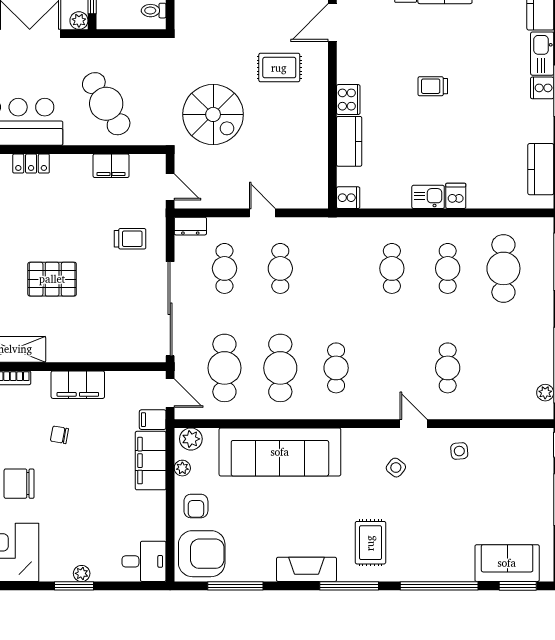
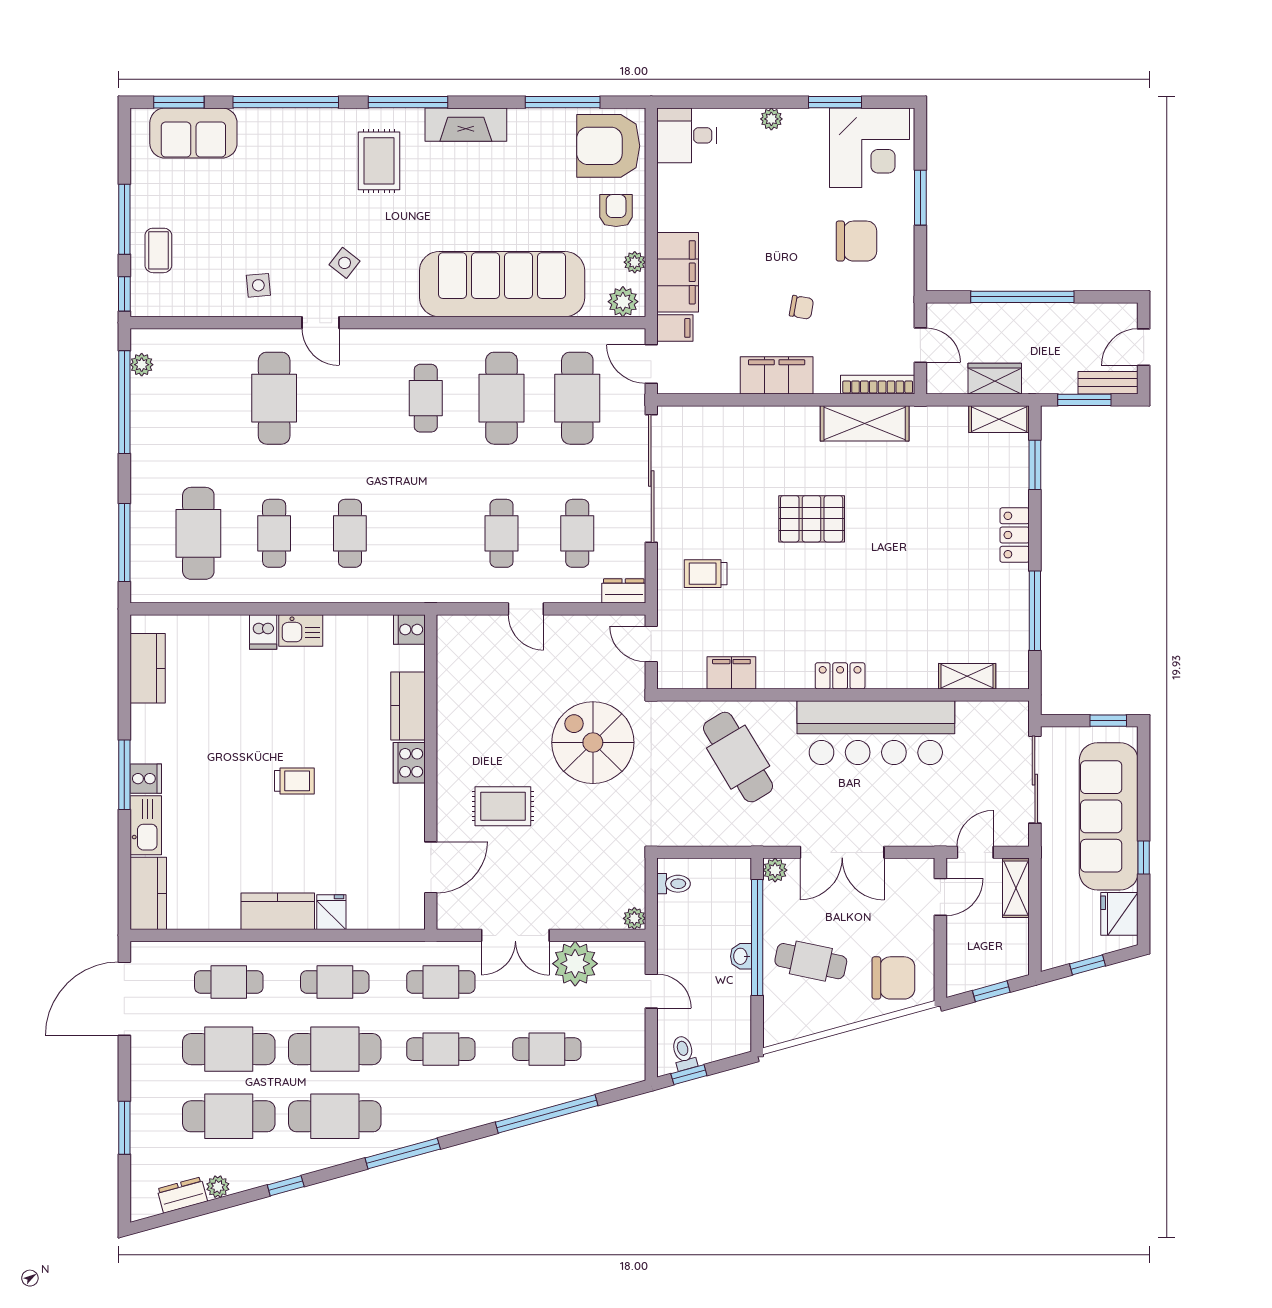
cafe table: (448, 368) -> (274, 398), width x1.37, depth x1.35
coffee table: (533, 477) -> (158, 250), added
window: (74, 586) -> (835, 102), moved

